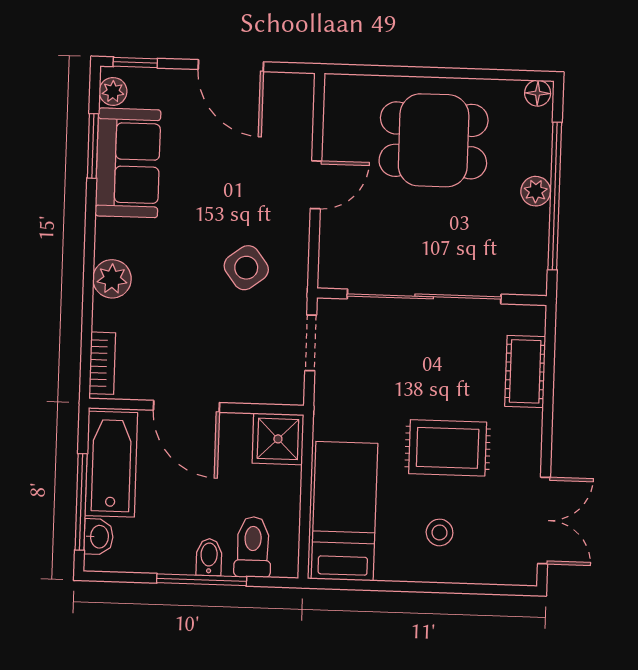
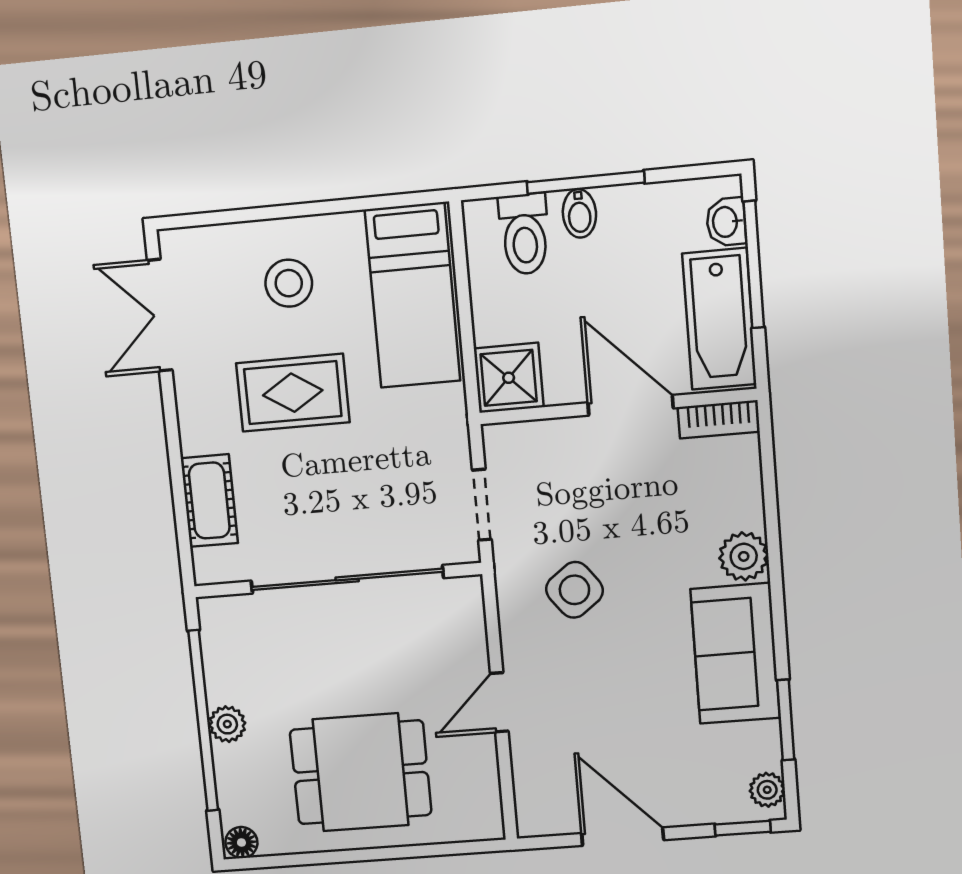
sofa: (128, 163) -> (735, 653), moved
bookcase: (102, 363) -> (719, 419), moved, turned -90
stool: (440, 532) -> (289, 283), width x1.37, depth x1.37

